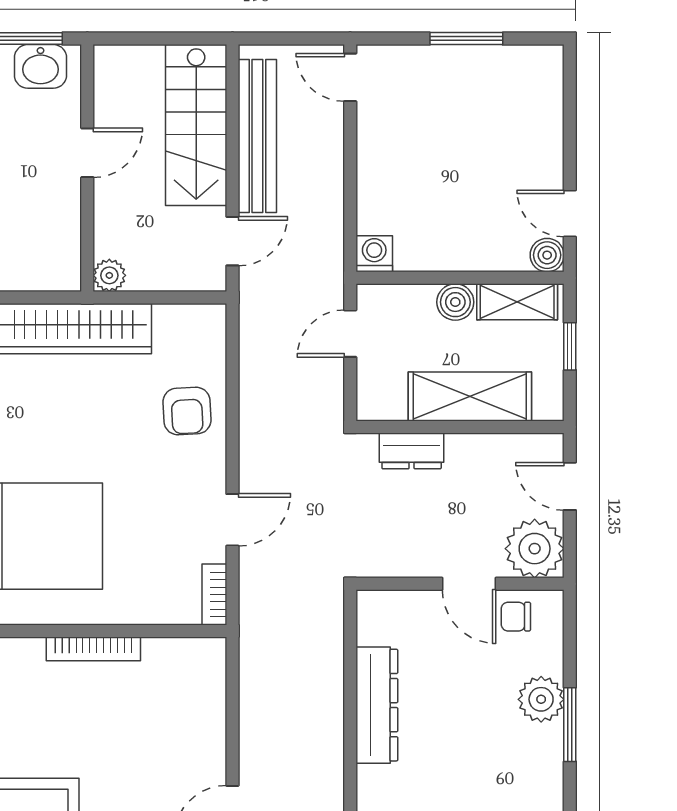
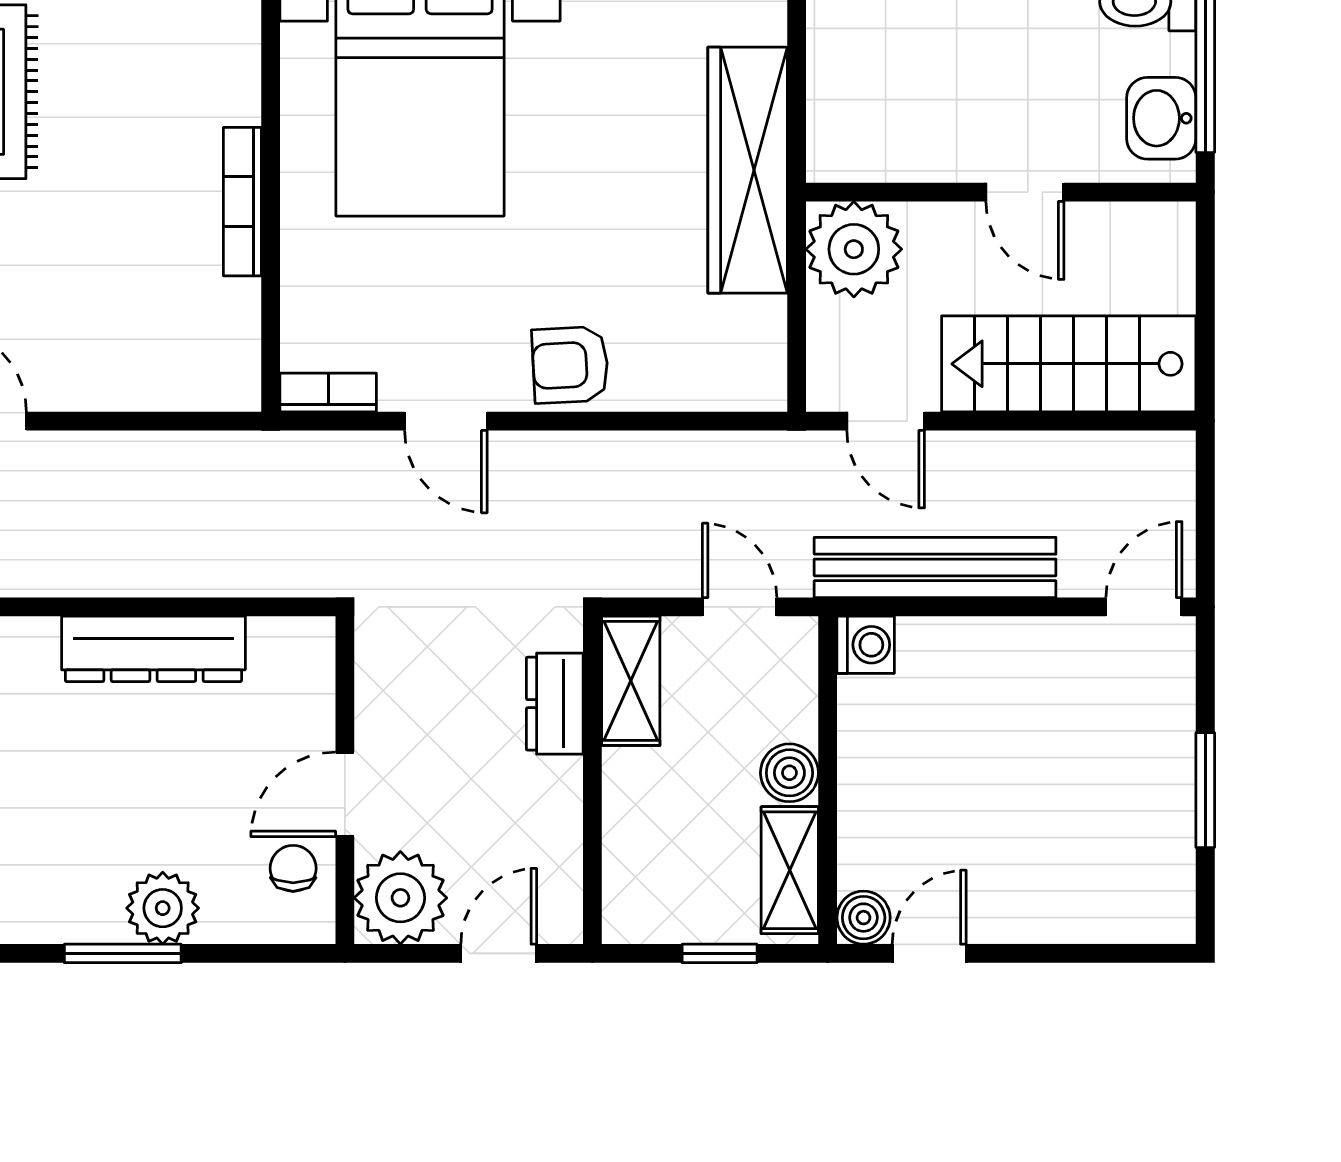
bench: (257, 136) -> (935, 567), moved
plant: (109, 275) -> (854, 249), width x1.87, depth x1.87
shelving: (470, 396) -> (631, 681), moved, width x0.67, depth x0.75
armchair: (187, 411) -> (570, 365), moved

